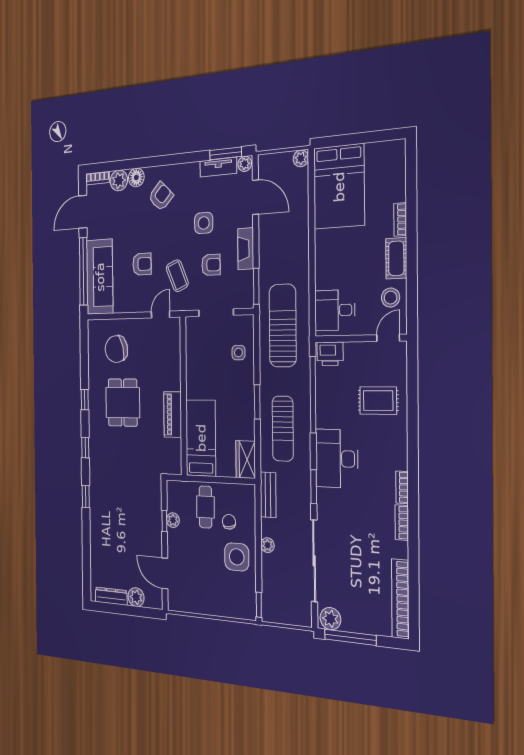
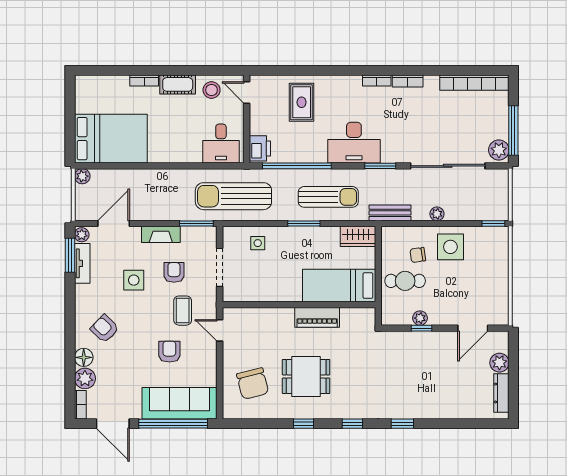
coffee table: (177, 276) -> (183, 311), turned -67

